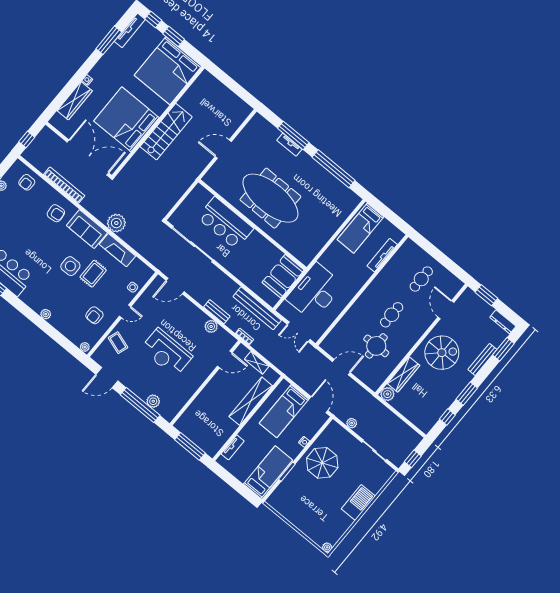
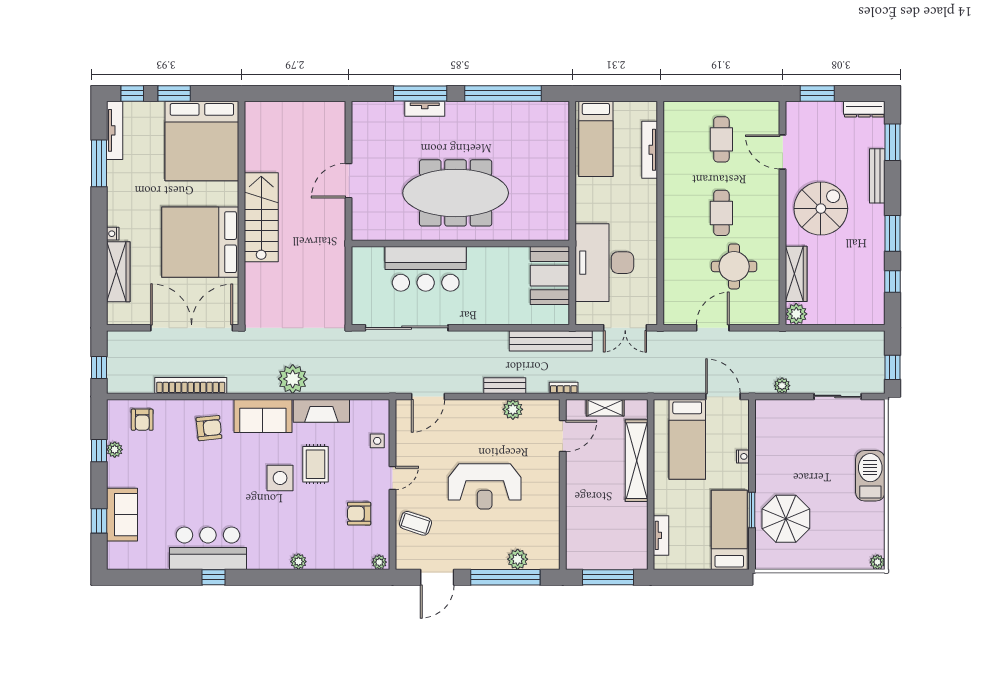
armchair: (94, 315) -> (359, 514), turned 90
parasol: (322, 463) -> (786, 519), moved

